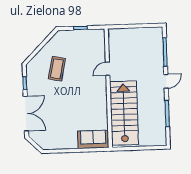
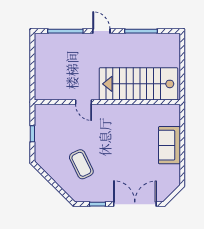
coffee table: (57, 69) -> (81, 164), turned 52
sofa: (93, 139) -> (169, 145), moved

